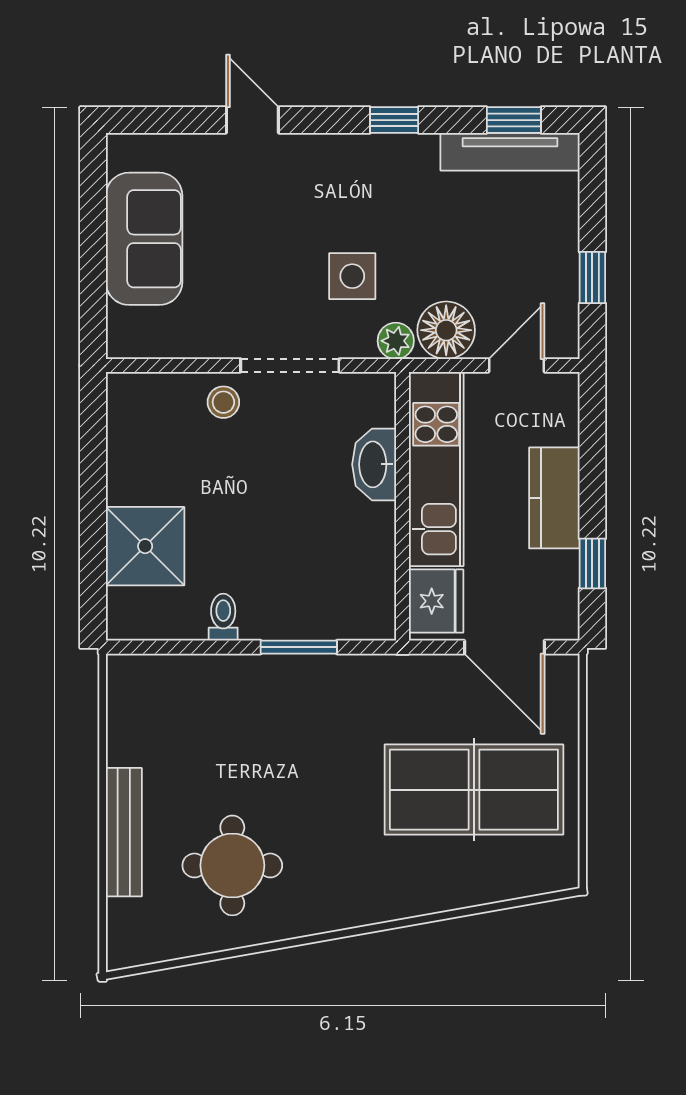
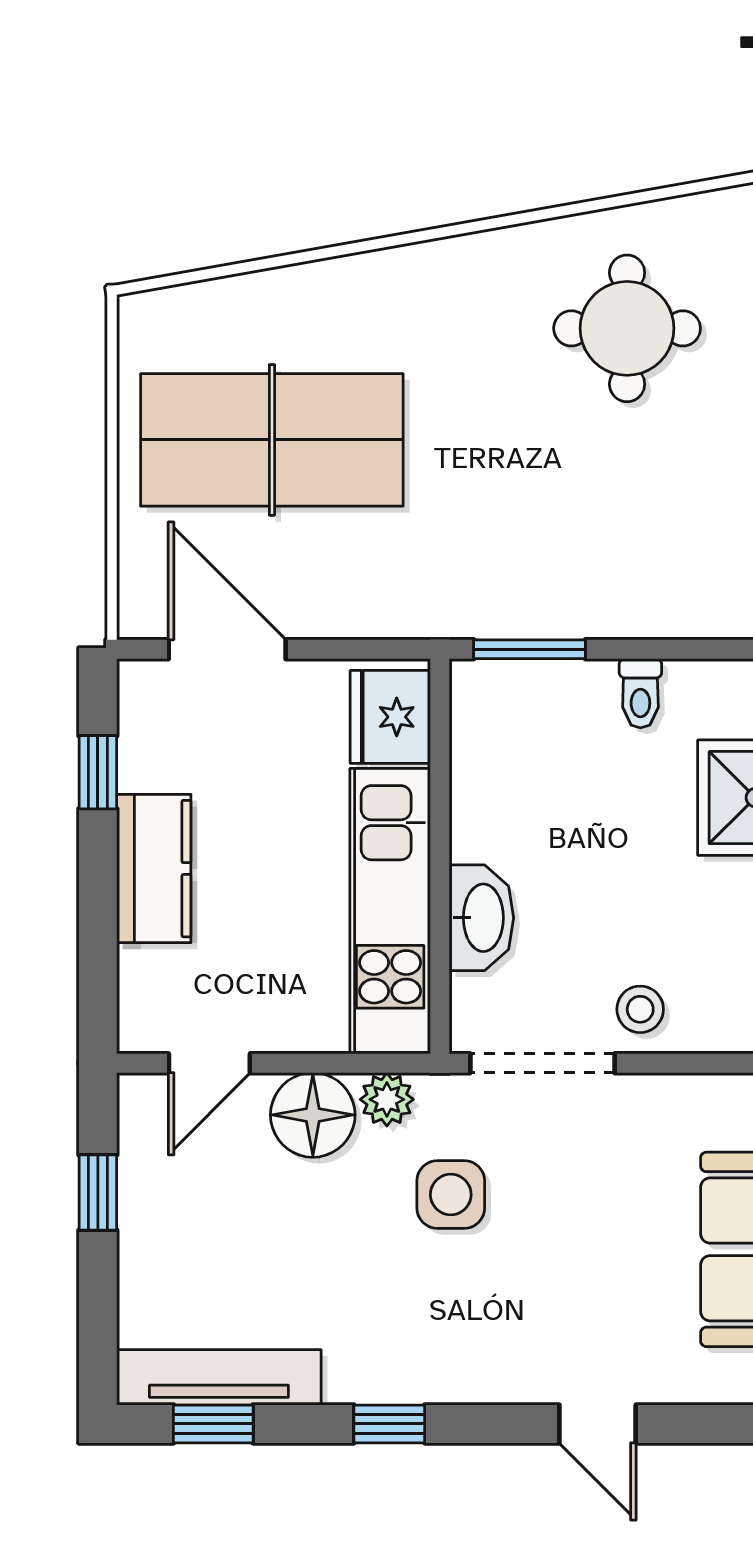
washbasin: (374, 464) -> (481, 918), moved
kitchen unit: (436, 469) -> (390, 911), moved
wall: (402, 506) -> (440, 856), moved
fridge: (436, 601) -> (390, 717), moved

